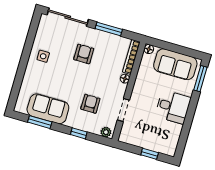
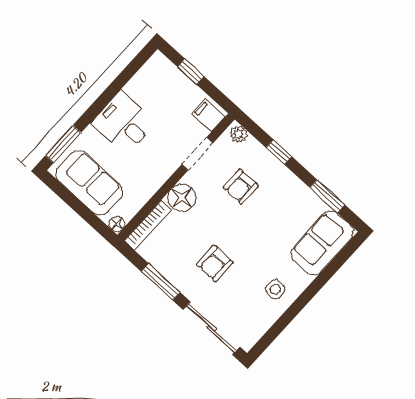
floor lamp: (125, 79) -> (182, 198), width x1.89, depth x1.89
sofa: (48, 109) -> (322, 243), moved, turned 90
filing cabinet: (128, 134) -> (208, 115), added

